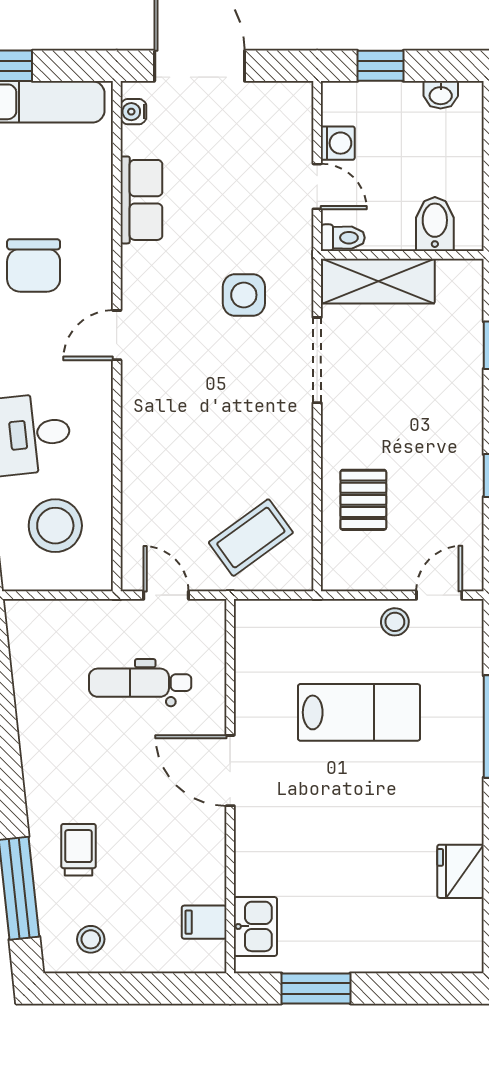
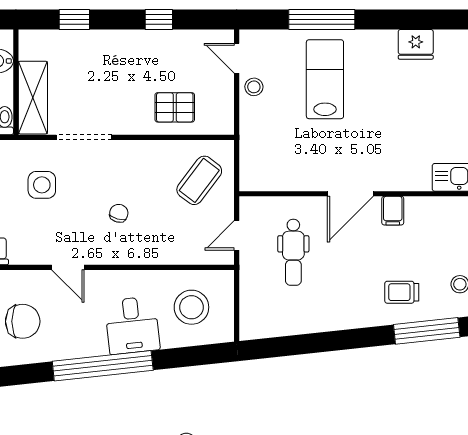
chair: (200, 414) -> (119, 213), added
coffee table: (251, 538) -> (199, 180), turned 73
lab bench: (359, 712) -> (325, 79), moved
filing cabinet: (204, 922) -> (393, 211), moved

